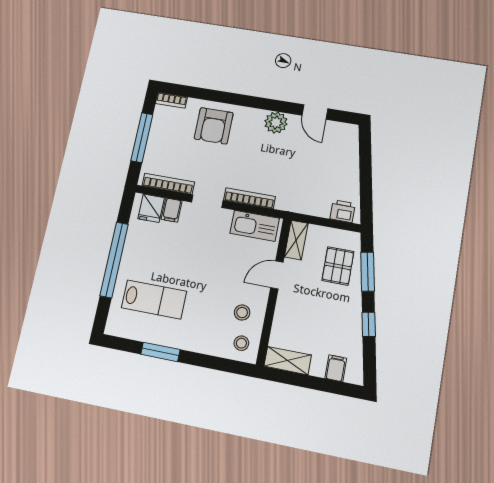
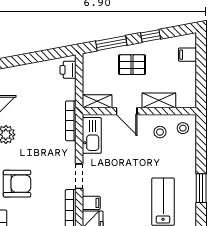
bookcase: (249, 198) -> (71, 121), moved
pallet: (338, 266) -> (132, 65), moved
shelving: (288, 361) -> (159, 100), moved, turned 90

